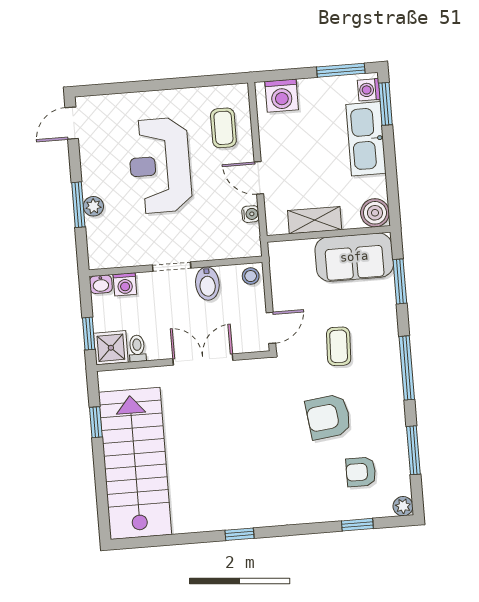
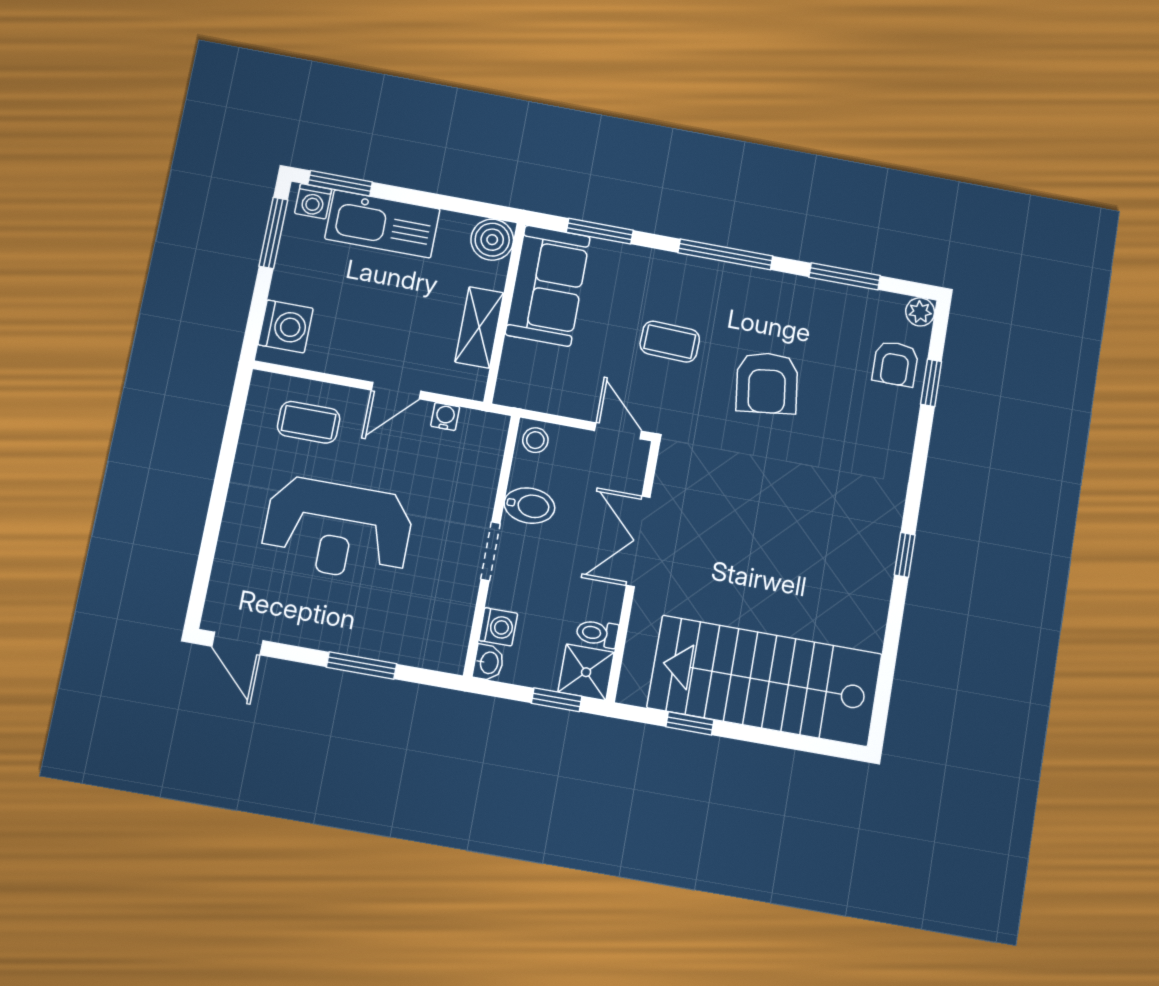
plant: (93, 206) -> (370, 643), removed
armchair: (361, 472) -> (895, 364), moved

